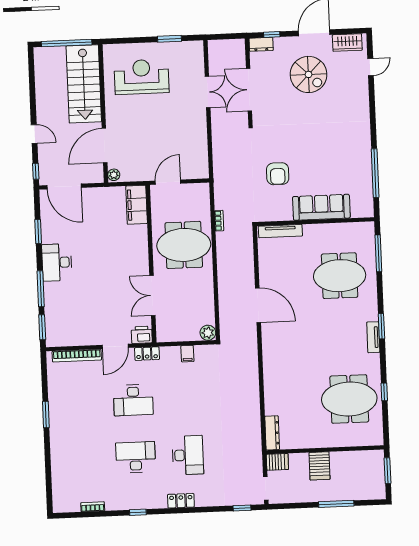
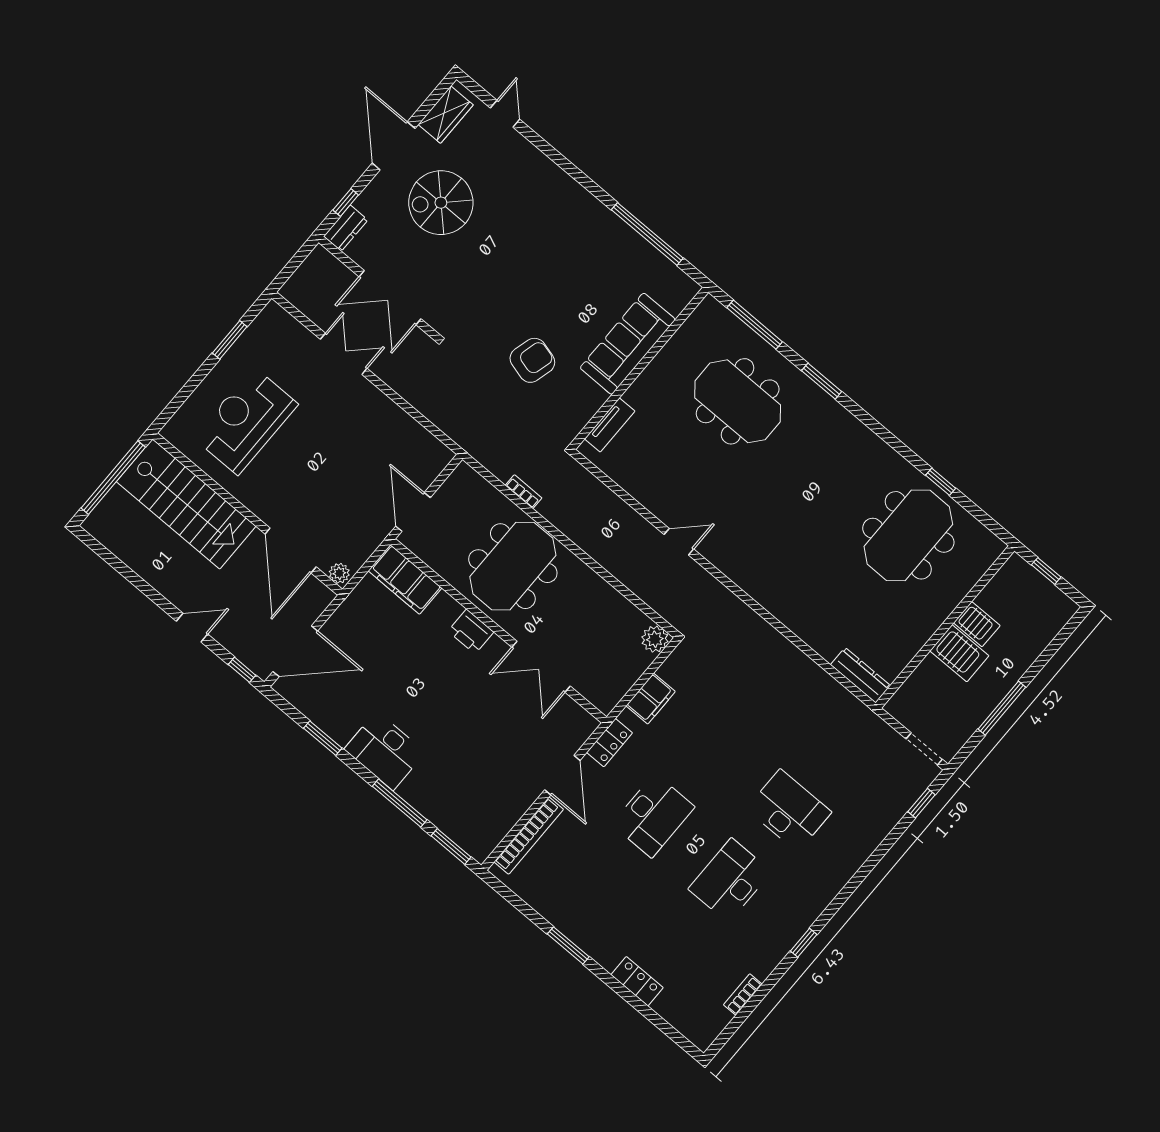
spiral stairs: (309, 74) -> (441, 203), turned 180
armchair: (278, 174) -> (532, 360), turned -75
tv unit: (280, 231) -> (610, 425), width x0.71
meeting table: (340, 276) -> (738, 401), turned 90
door: (258, 305) -> (679, 542), width x0.53
window: (381, 326) -> (822, 381), moved
printer: (142, 335) -> (471, 632), moved, turned -90
tv unit: (373, 337) -> (857, 431), removed
filing cabinet: (187, 354) -> (651, 699), width x2.00
server rack: (277, 462) -> (977, 624), moved, turned 90
window: (388, 471) -> (1046, 571), width x0.67
locker: (181, 501) -> (637, 981), moved, turned 90
window: (336, 504) -> (1002, 708), moved

